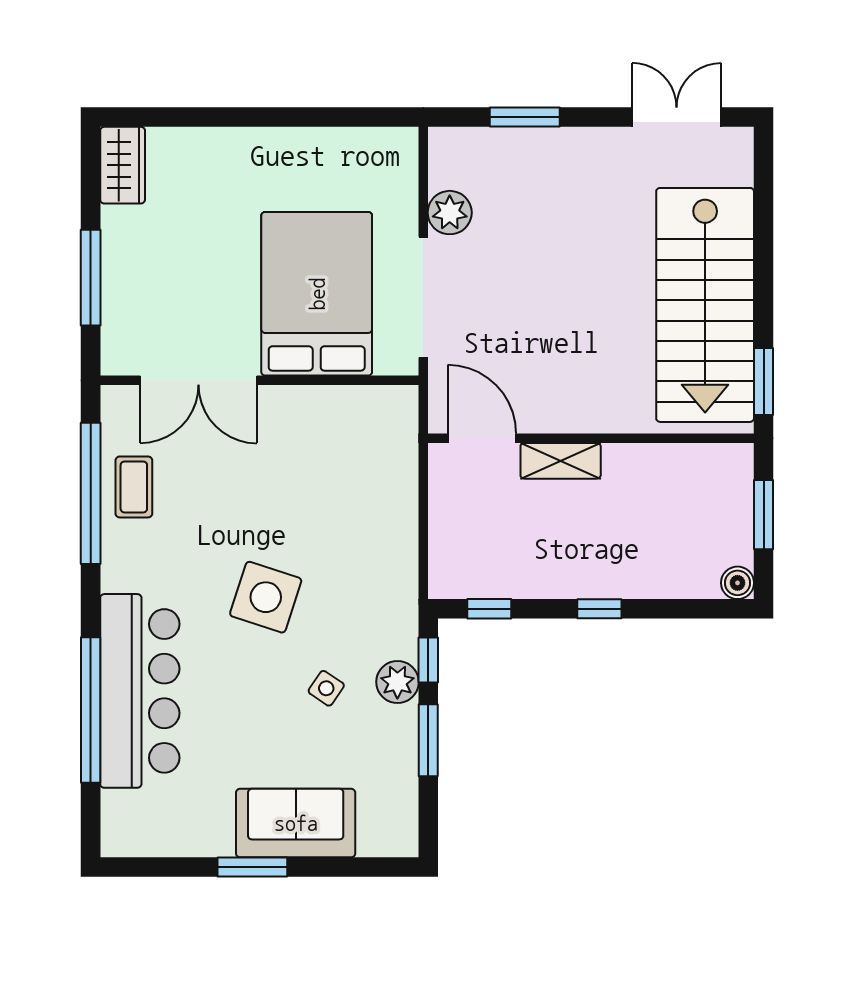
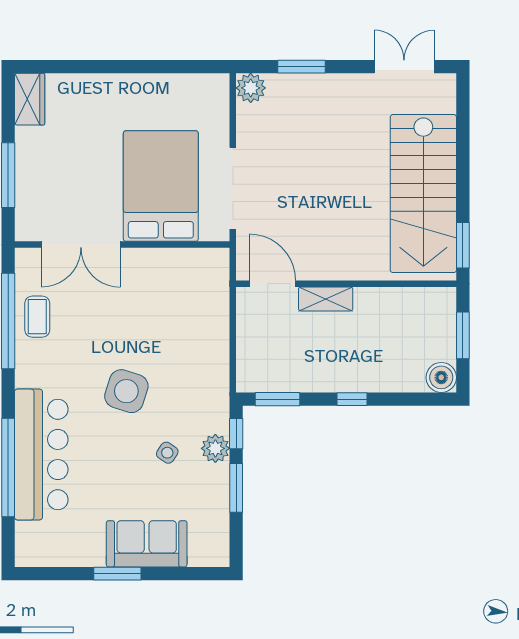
plant: (450, 213) -> (251, 88), moved
boiler: (737, 583) -> (441, 377), width x1.36, depth x1.36
window: (489, 609) -> (277, 399), width x1.50

